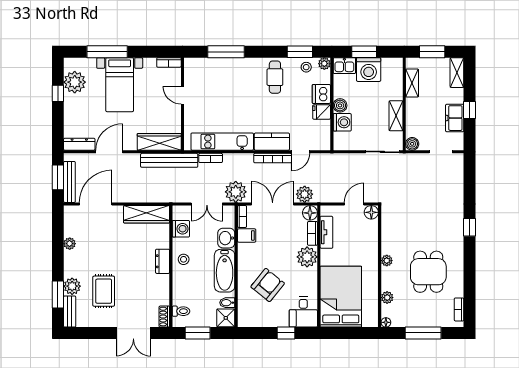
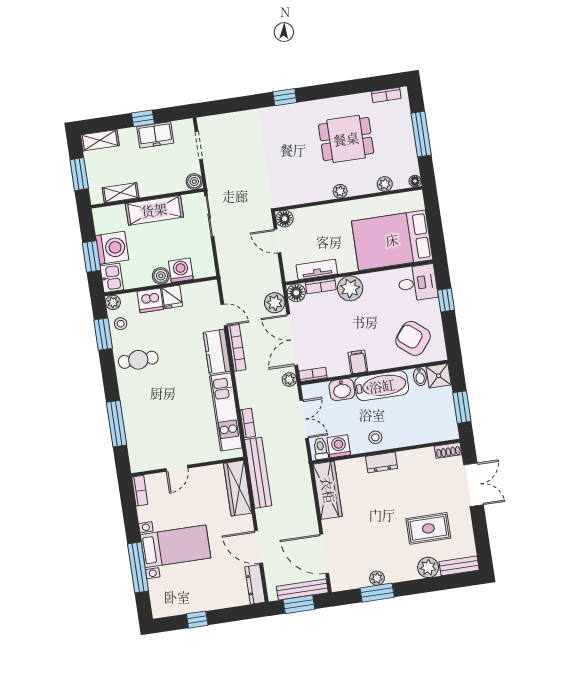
plant: (75, 82) -> (181, 601), removed
shelving: (396, 116) -> (154, 210), width x1.50, depth x1.33
plant: (236, 192) -> (289, 380), width x0.53, depth x0.53
filing cabinet: (247, 235) -> (358, 362), moved
armchair: (268, 285) -> (413, 338), moved
window: (58, 295) -> (377, 593), moved
toilet: (181, 311) -> (321, 449), moved

